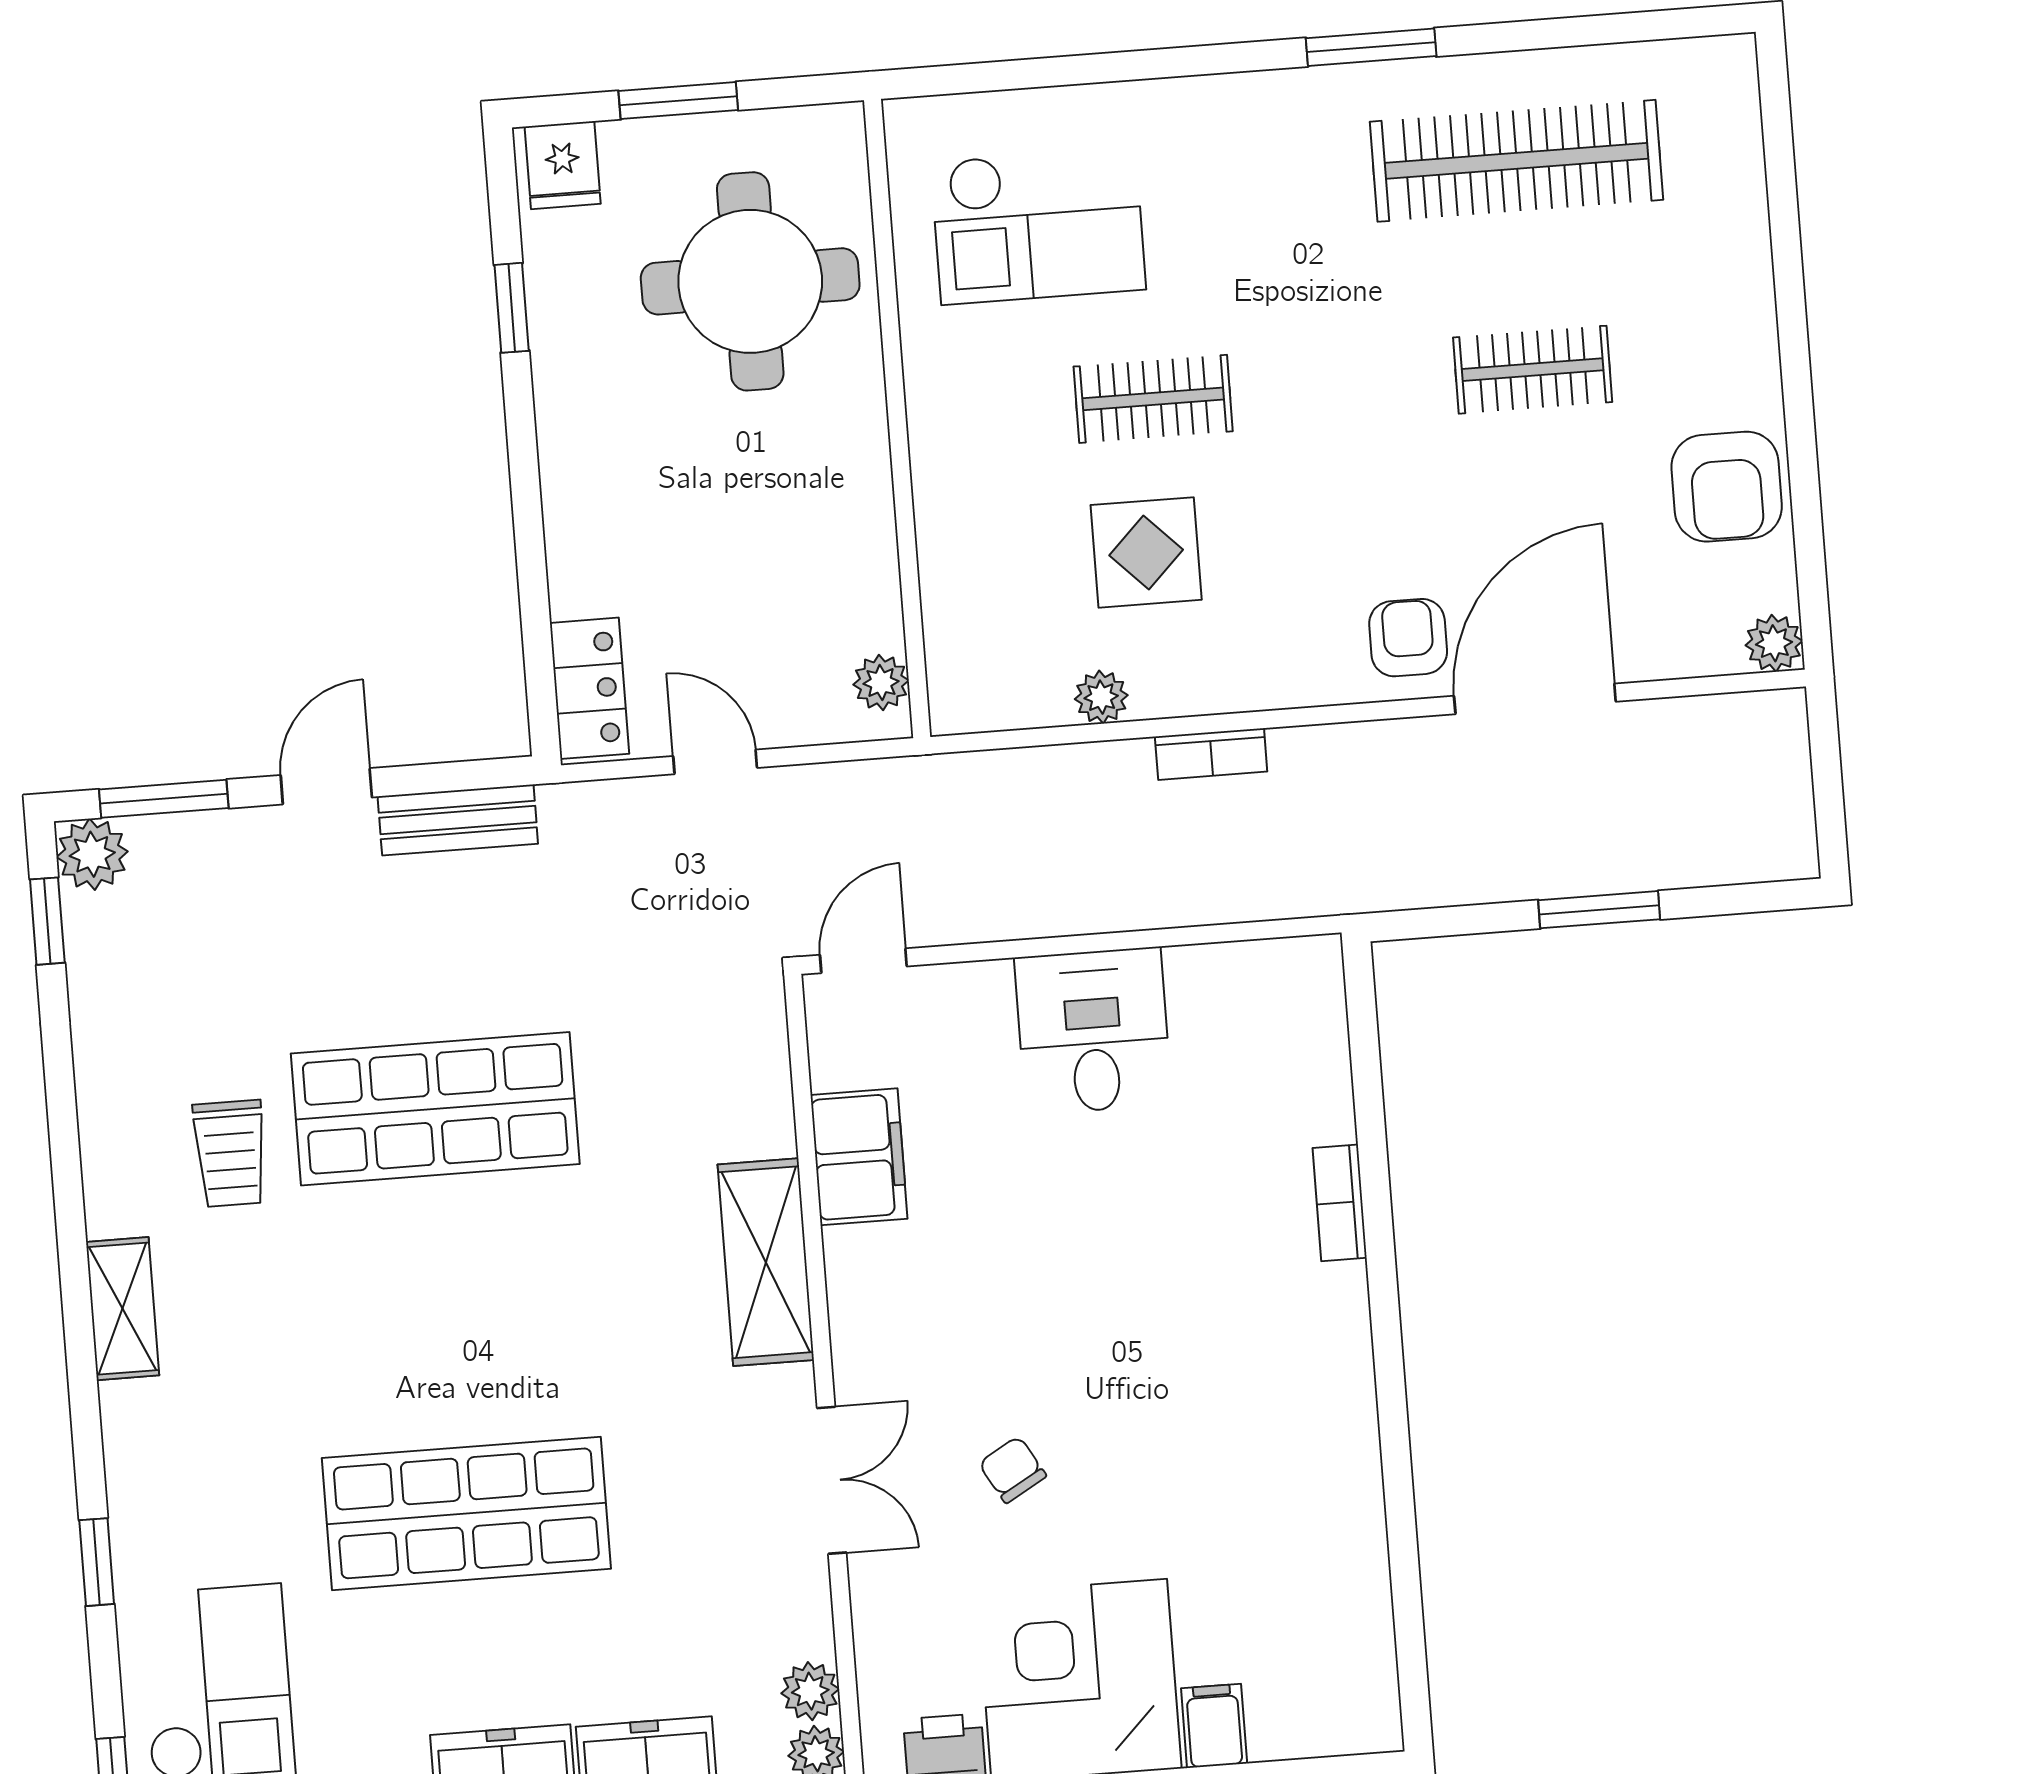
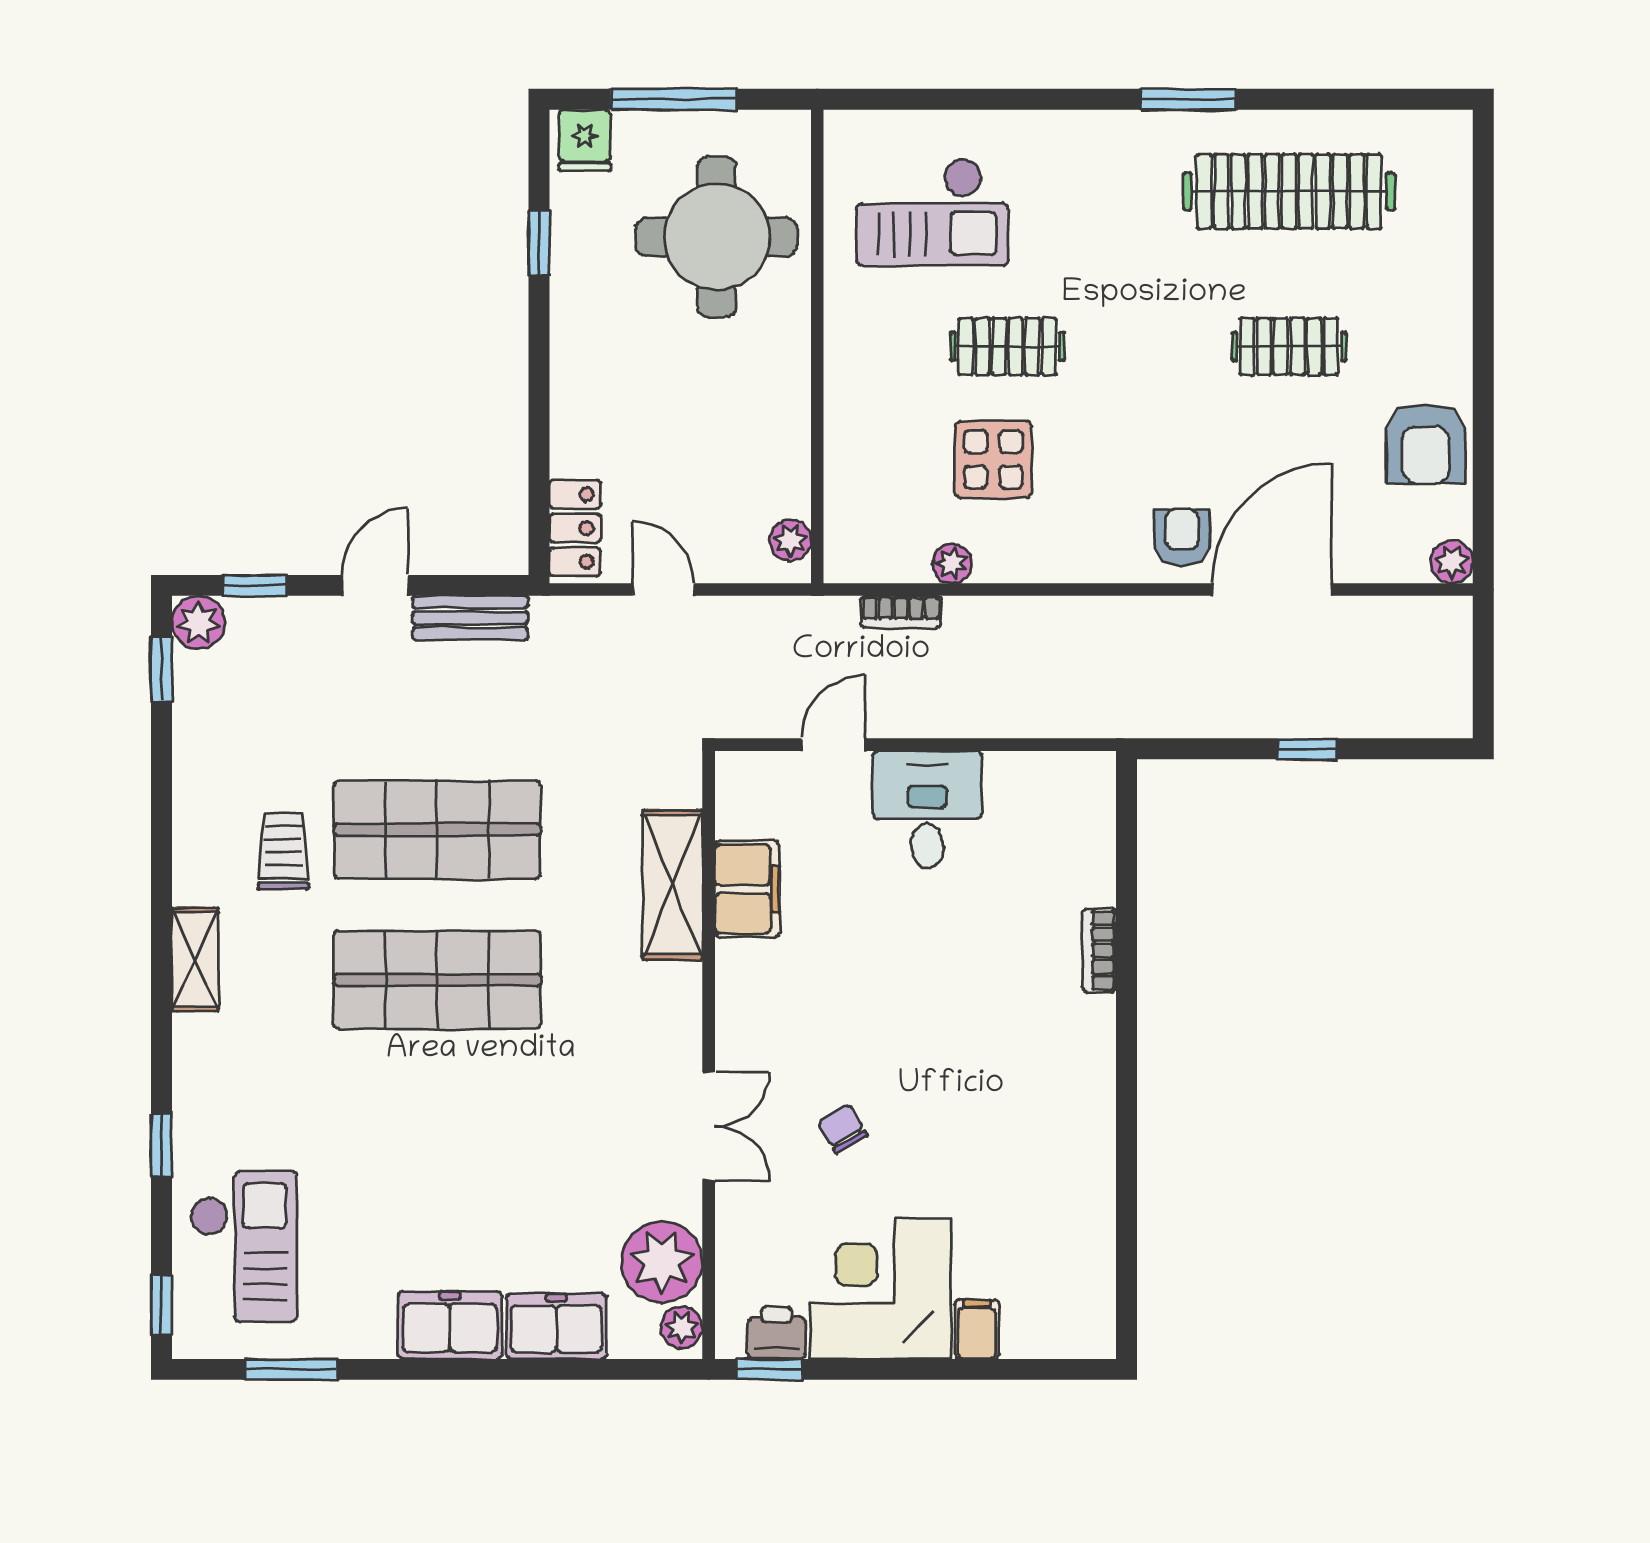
window: (678, 101) -> (674, 99), width x1.44
bookcase: (1211, 754) -> (901, 612), moved
window: (164, 799) -> (254, 585), width x0.67
window: (1599, 910) -> (1307, 749), width x0.67
door: (863, 961) -> (833, 745), moved
trolley: (230, 1153) -> (283, 851), turned 180
shelving: (766, 1262) -> (672, 885), moved
shop shelf: (466, 1513) -> (437, 980), moved
plant: (810, 1691) -> (662, 1262), width x1.88, depth x1.88

